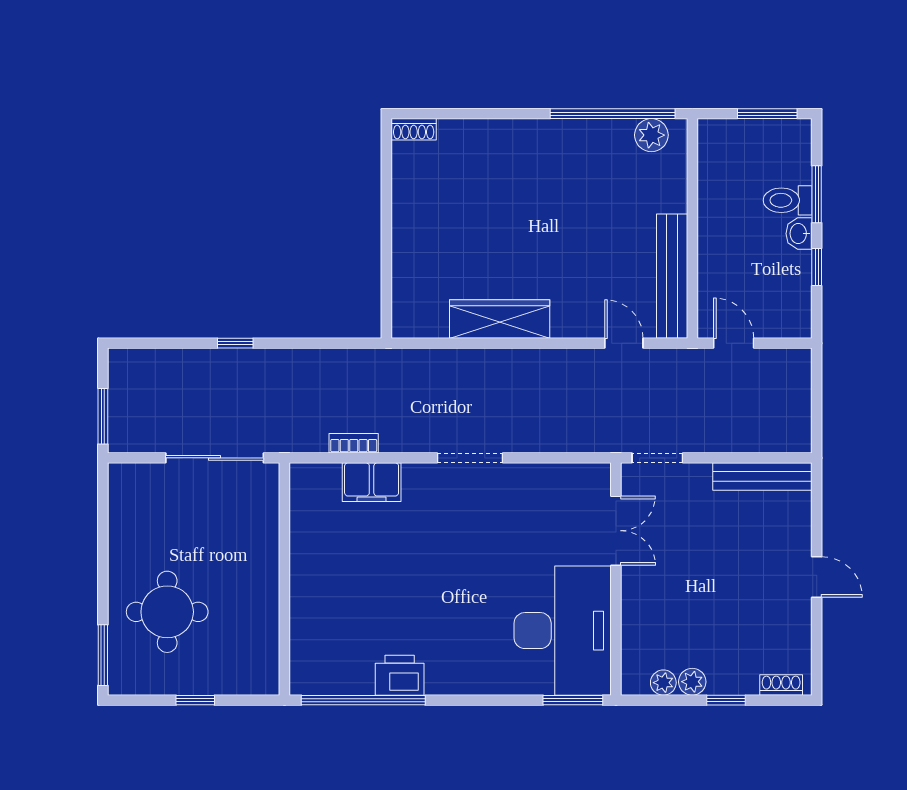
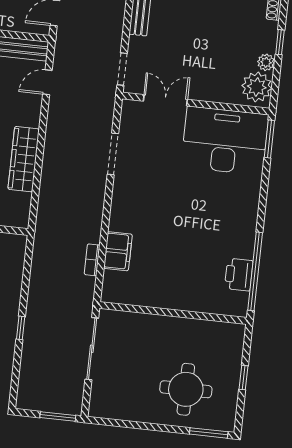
doorway: (470, 458) -> (113, 154), moved
printer: (400, 675) -> (239, 275), moved
plant: (663, 683) -> (257, 87), width x1.88, depth x1.88

